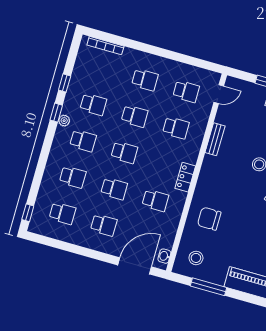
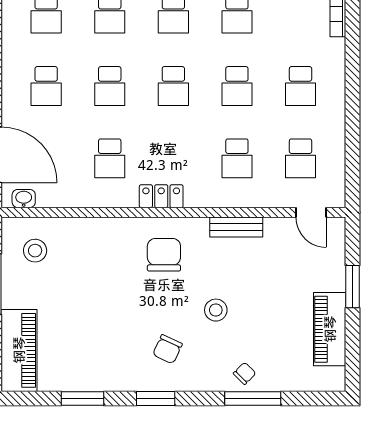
chair: (209, 219) -> (164, 255), moved

